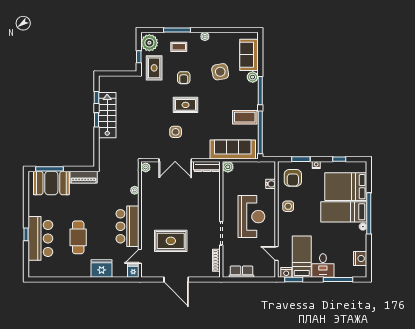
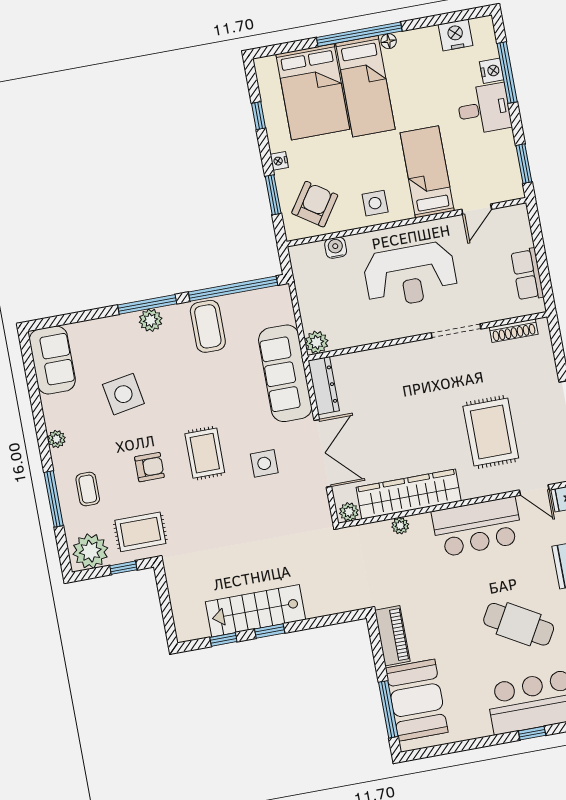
sofa: (249, 55) -> (52, 360), moved, turned -90
plant: (253, 77) -> (151, 320), moved
sofa: (233, 149) -> (285, 373), moved
armchair: (293, 178) -> (315, 204), turned -56
wardrobe: (149, 197) -> (409, 494), added
reception desk: (251, 217) -> (410, 275), turned 180
cafe table: (78, 237) -> (519, 624), turned 30
bed: (302, 257) -> (427, 172), moved, turned 90
nightstand: (286, 272) -> (492, 71), moved

